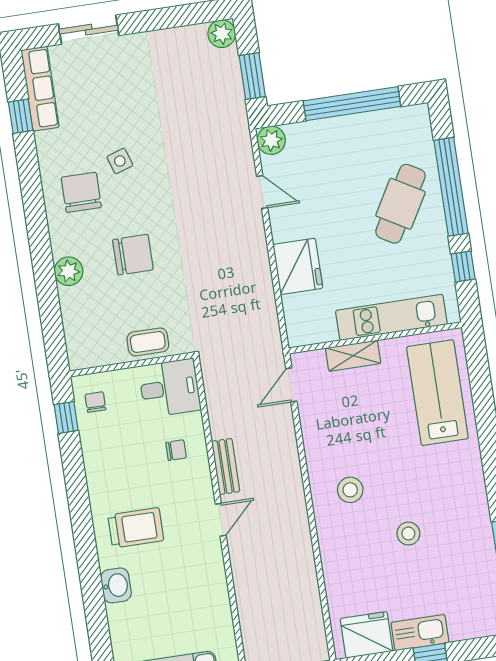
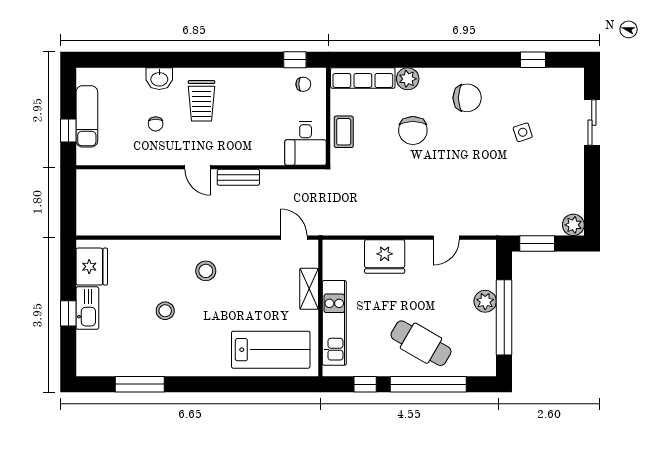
row of seats: (40, 89) -> (363, 78), moved
plant: (271, 140) -> (485, 301), moved
side table: (120, 161) -> (523, 132), moved
chair: (176, 450) -> (156, 124), moved

